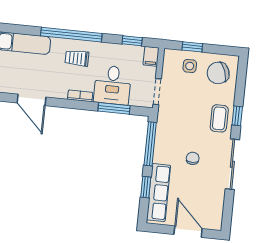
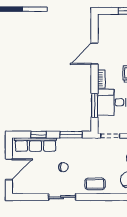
door: (31, 100) -> (95, 54), moved
window: (237, 116) -> (98, 197), removed
window: (150, 144) -> (71, 135), width x0.69
sliding door: (232, 164) -> (62, 197), width x0.73

